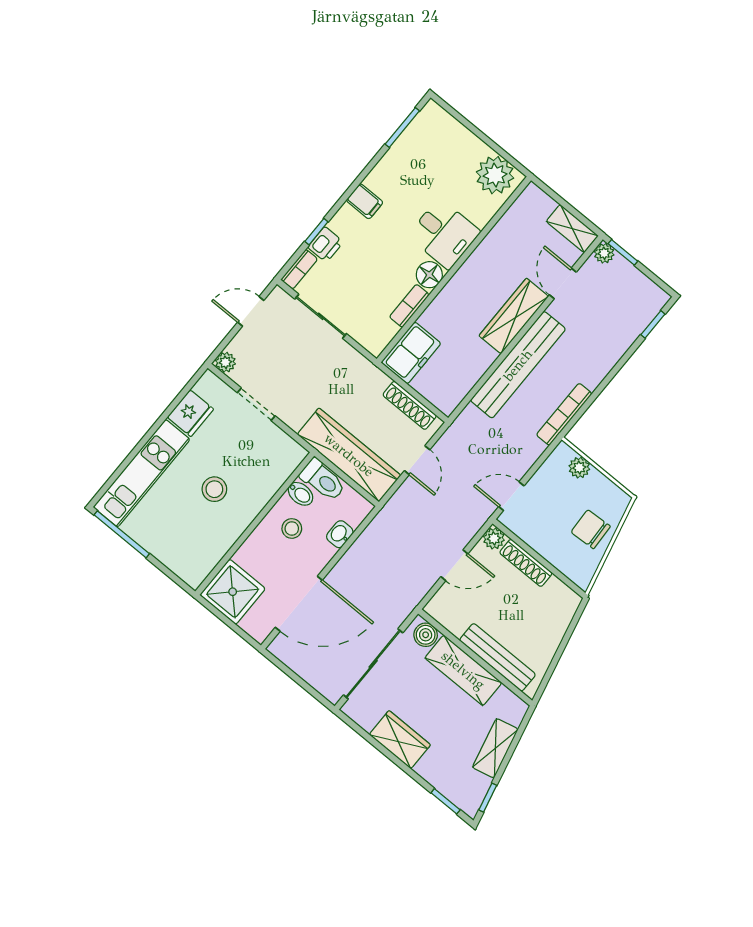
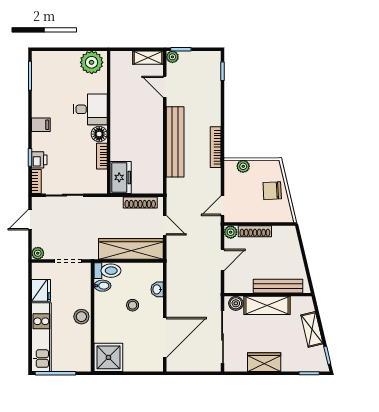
wardrobe: (514, 316) -> (154, 121), removed
toilet: (323, 480) -> (107, 271), moved
bidet: (301, 494) -> (102, 286), moved
wall: (255, 524) -> (93, 317), moved
shower: (233, 592) -> (108, 357), moved

